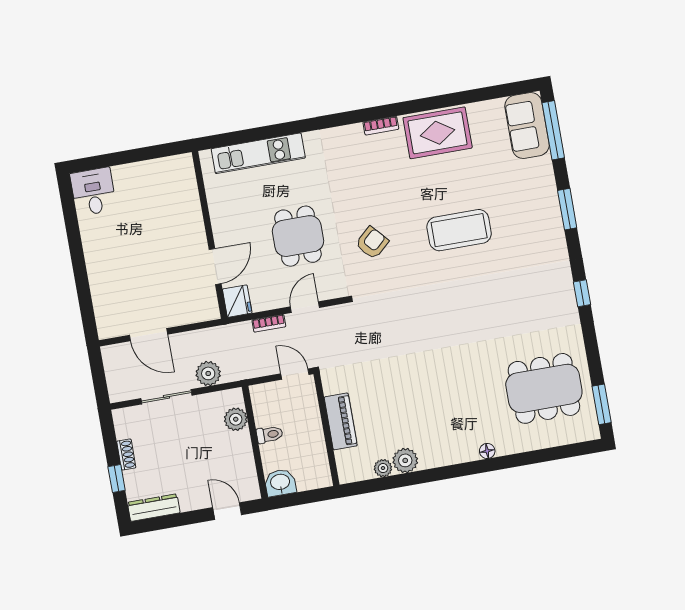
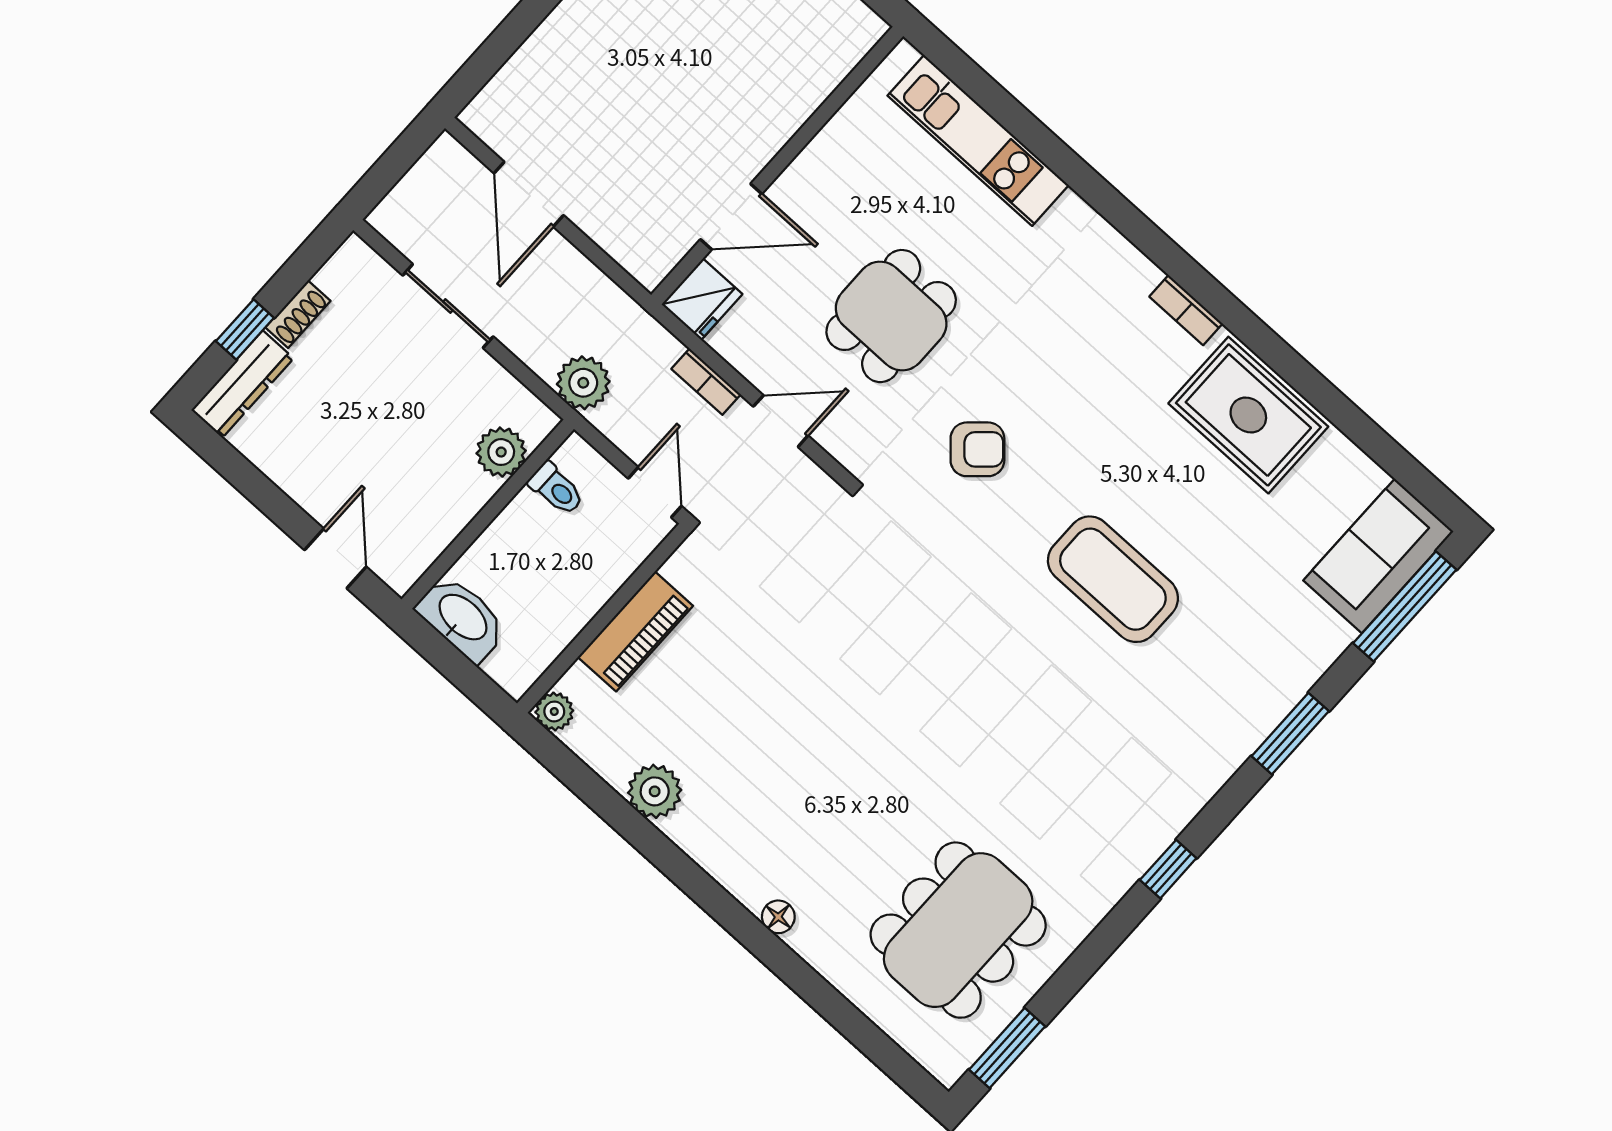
plant: (208, 373) -> (583, 383), moved
dining table: (544, 388) -> (958, 930), turned 90
toilet: (270, 435) -> (556, 489), moved
plant: (383, 468) -> (554, 711), moved
washbasin: (280, 483) -> (462, 618), width x1.38
dresser: (154, 508) -> (242, 384), moved, turned 90

